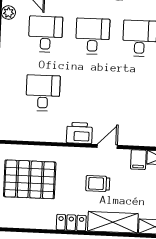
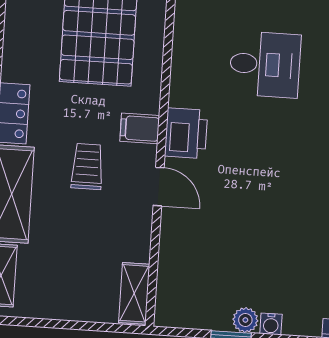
filing cabinet: (138, 160) -> (140, 128), moved

